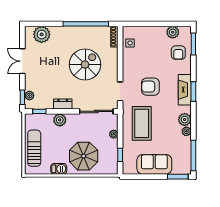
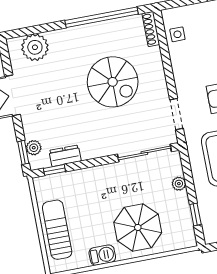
spiral stairs: (85, 64) -> (113, 82), turned 90
dresser: (63, 104) -> (65, 156), moved
plant: (60, 120) -> (89, 177), removed

